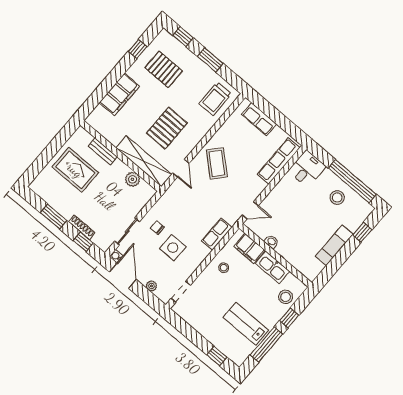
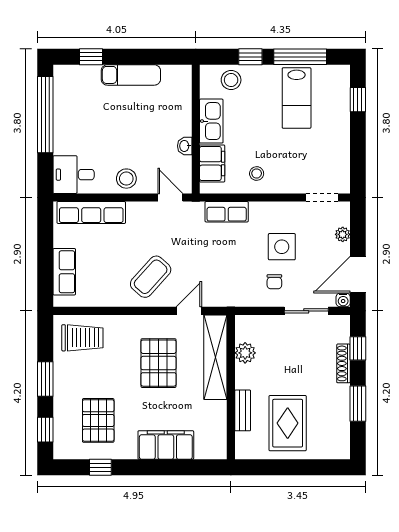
pallet: (167, 128) -> (158, 363), turned 90
stool: (337, 197) -> (126, 179), moved

